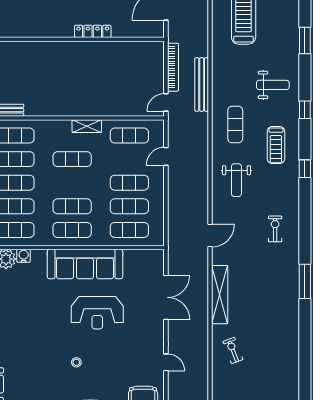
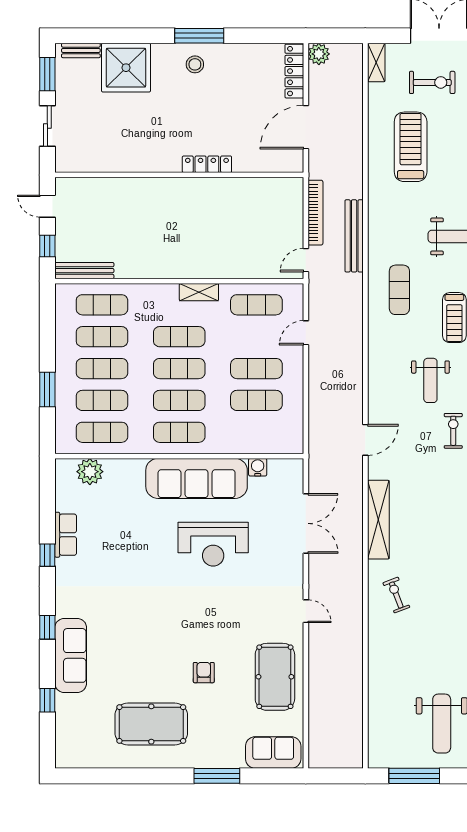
weight bench: (236, 180) -> (430, 380), moved
exercise mat: (129, 230) -> (179, 369), moved
water cooler: (24, 256) -> (258, 467), moved
stool: (76, 362) -> (185, 611), removed

